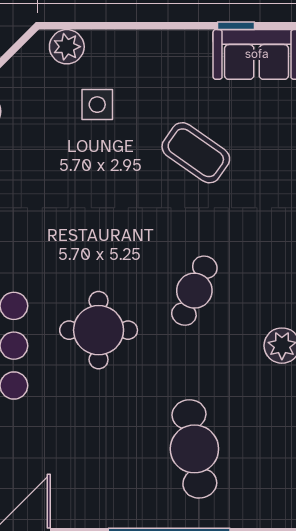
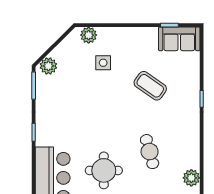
cafe table: (194, 291) -> (150, 152), turned -39

